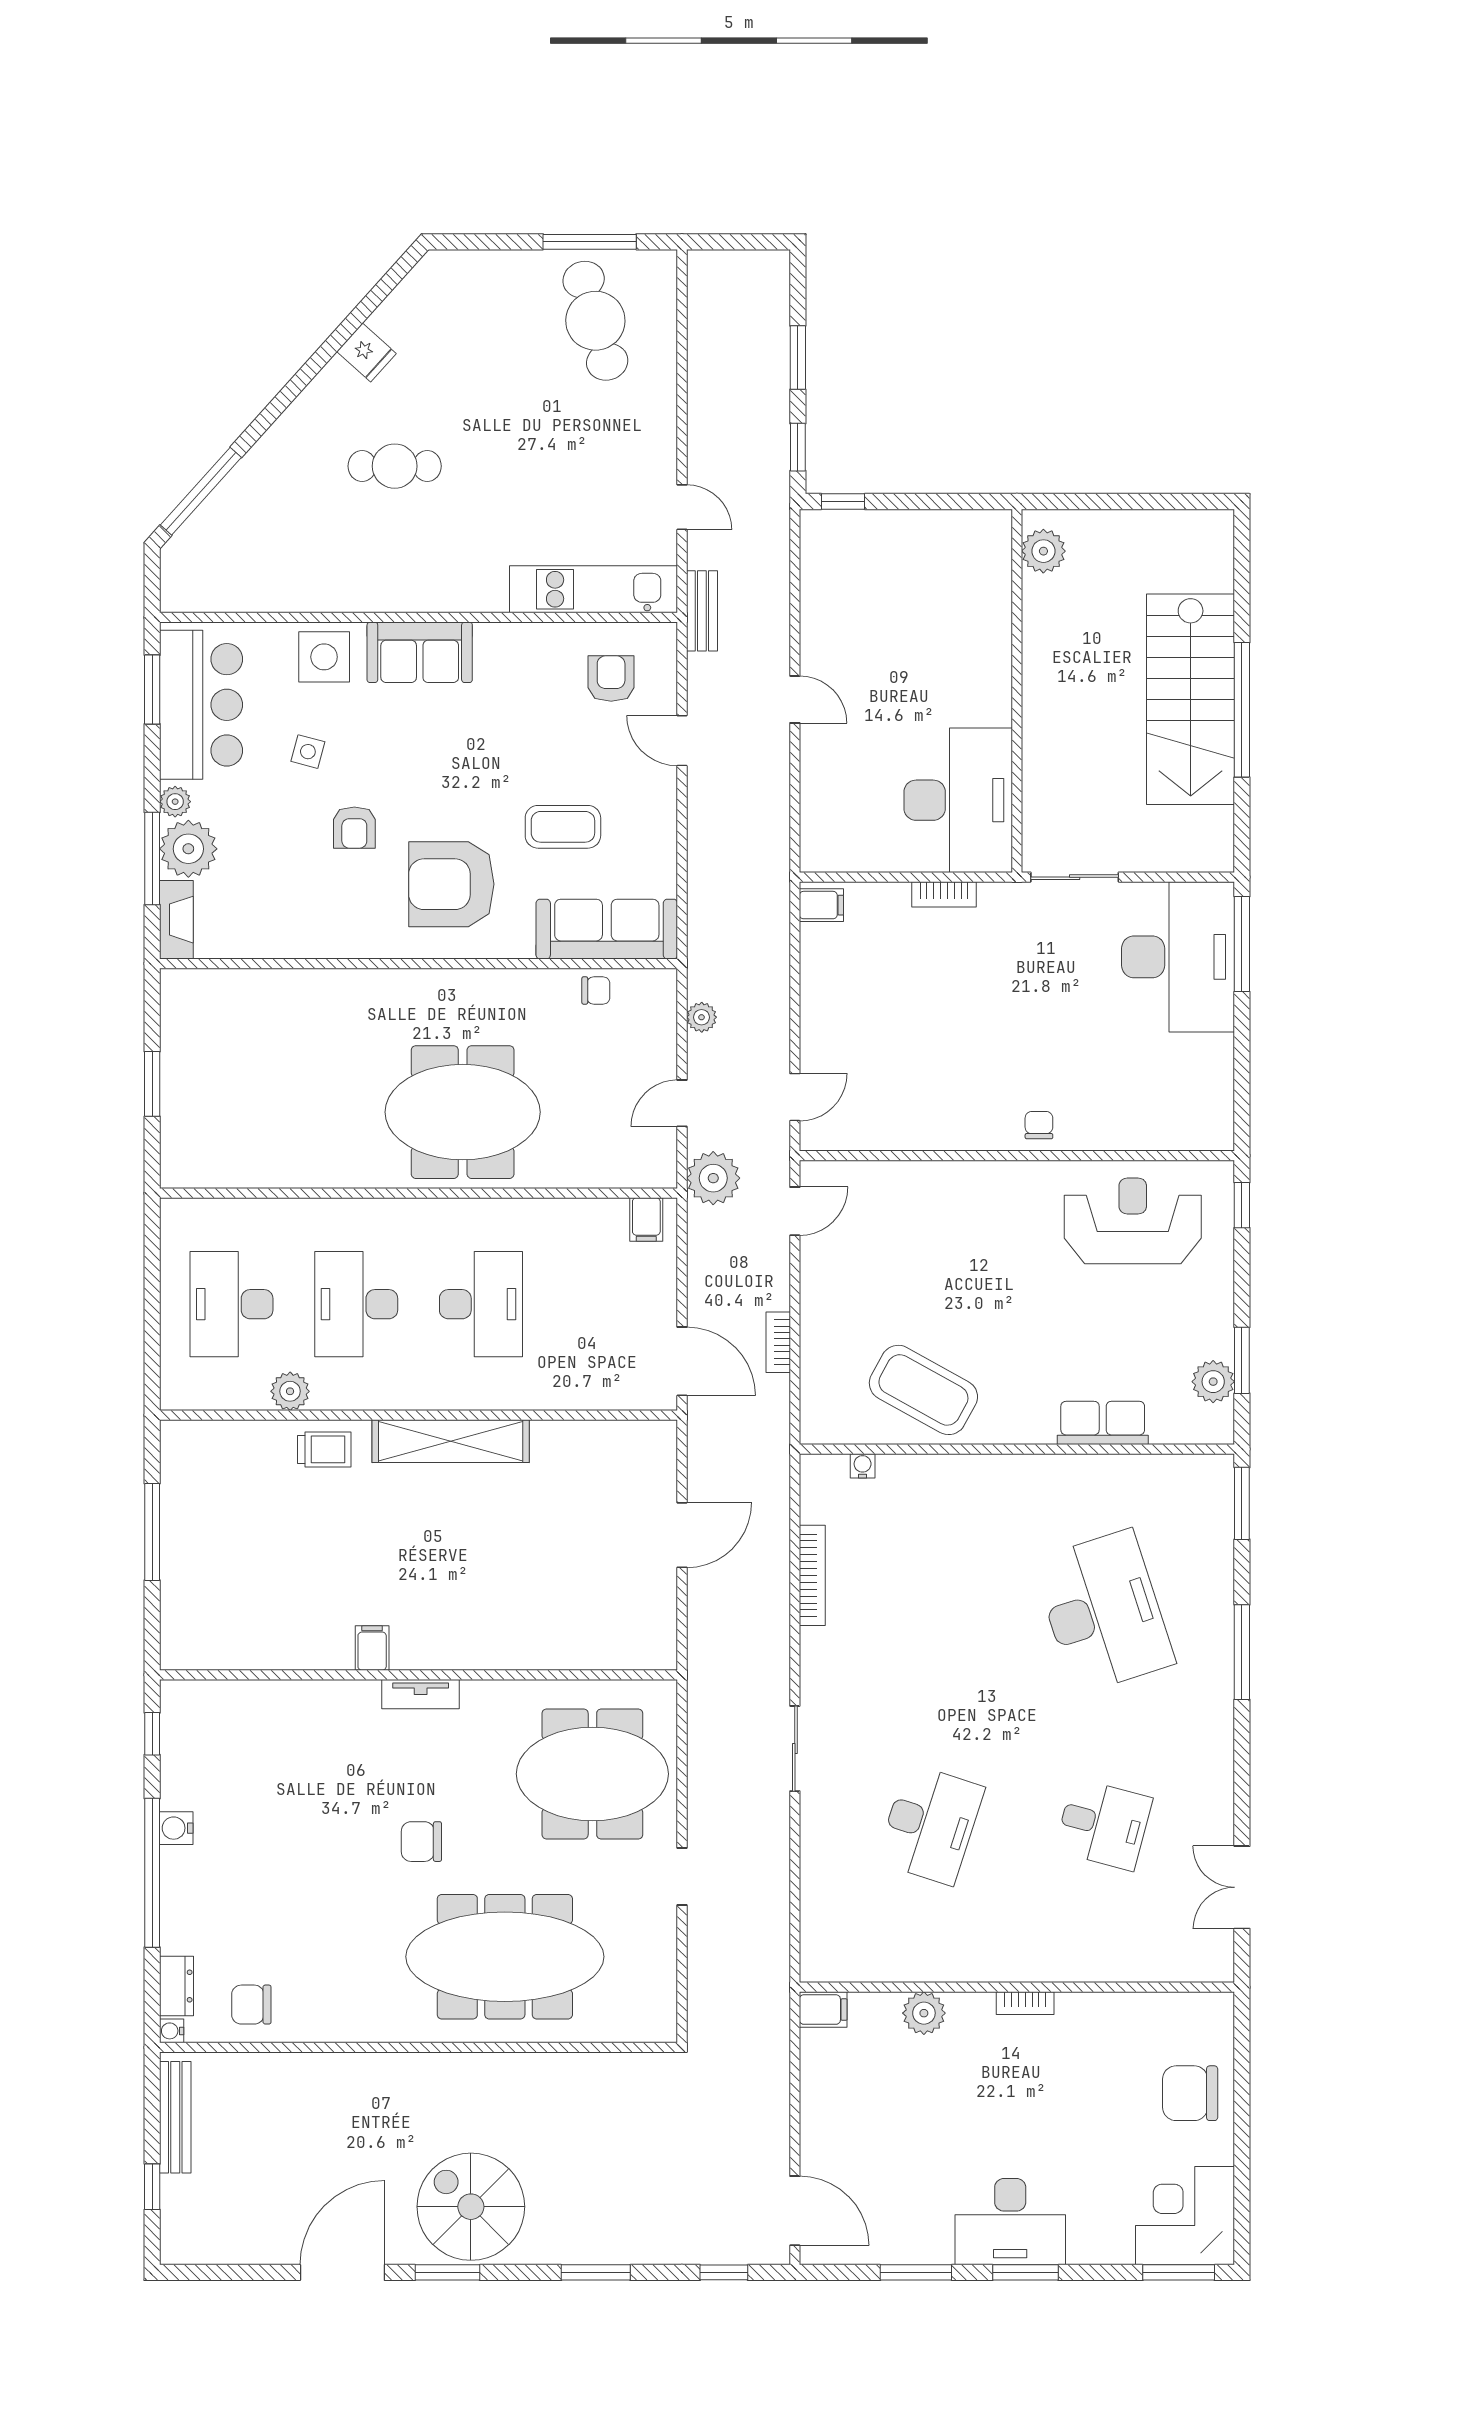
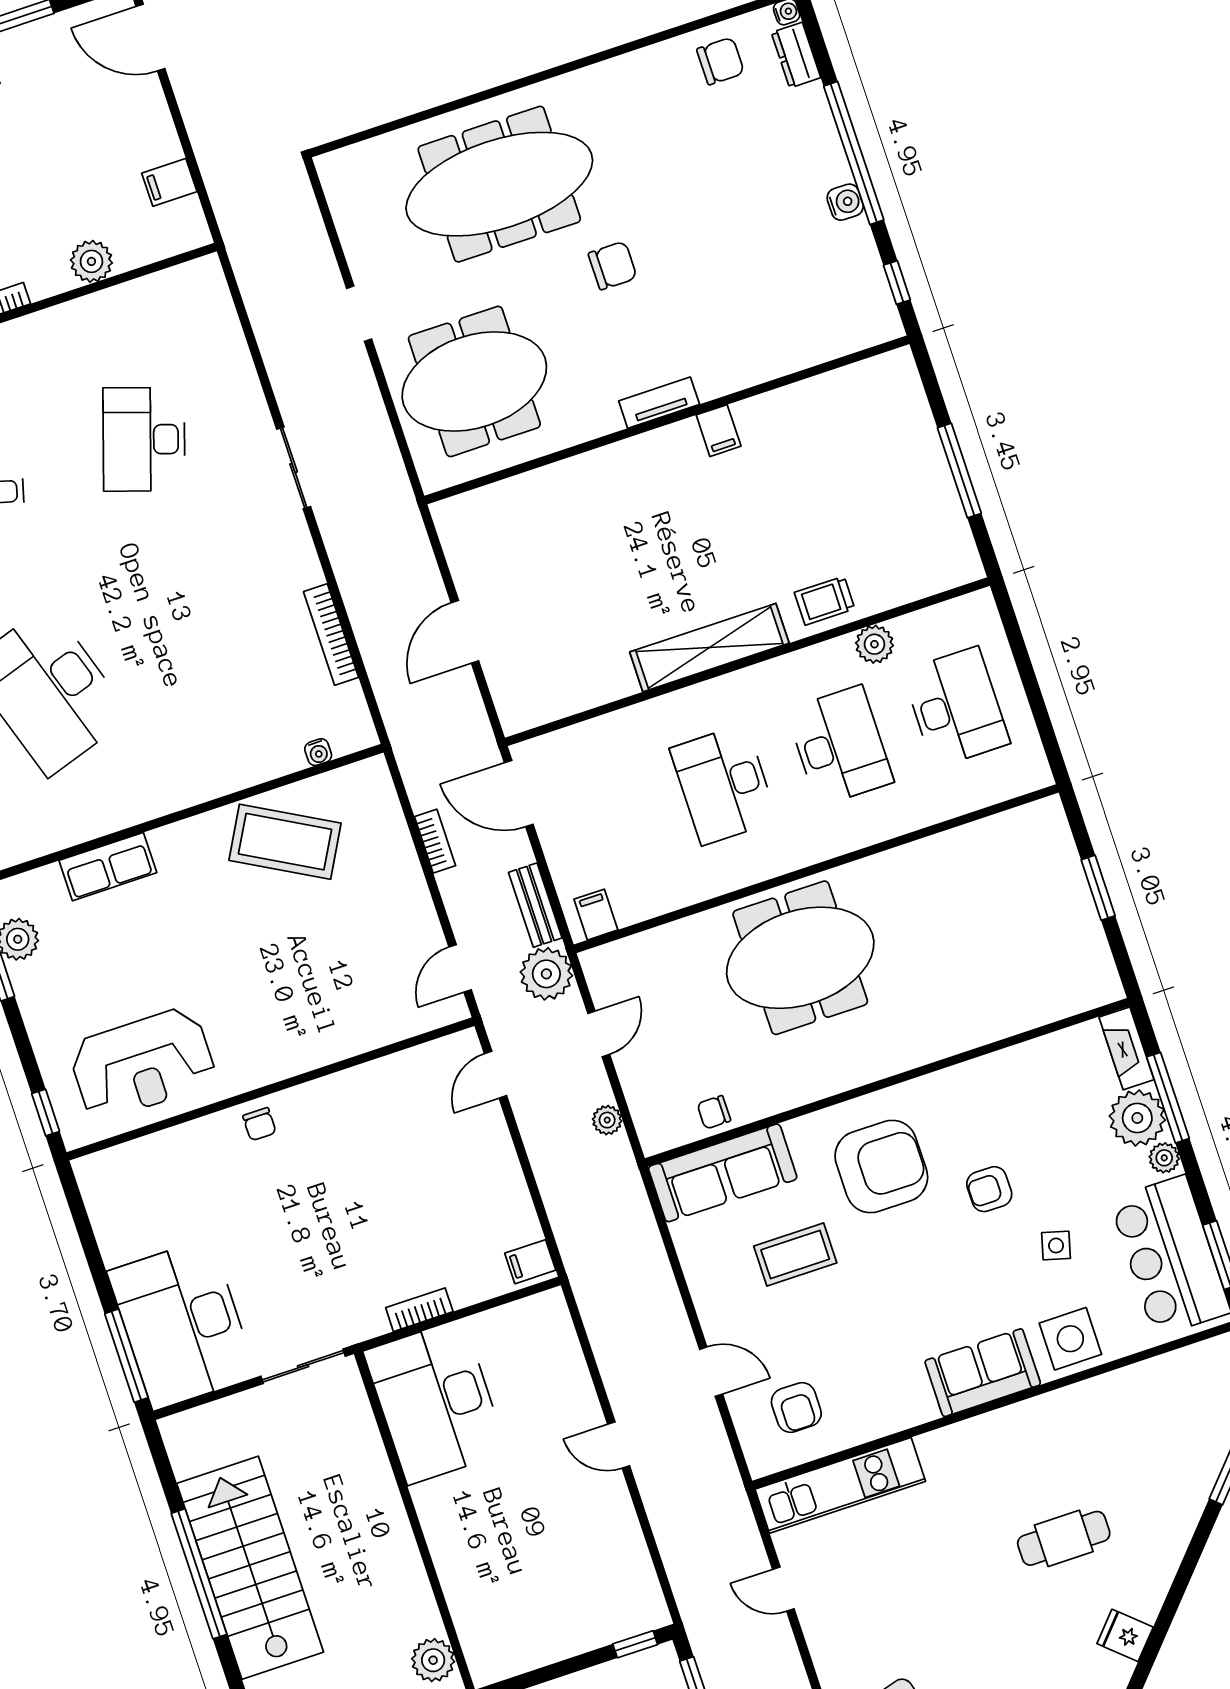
bench: (702, 611) -> (535, 905), moved
armchair: (354, 828) -> (989, 1189), turned -90
filing cabinet: (823, 2010) -> (169, 182), moved

